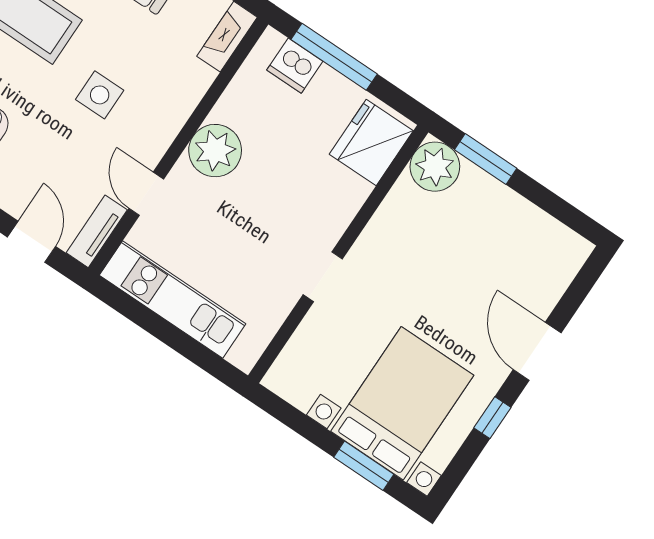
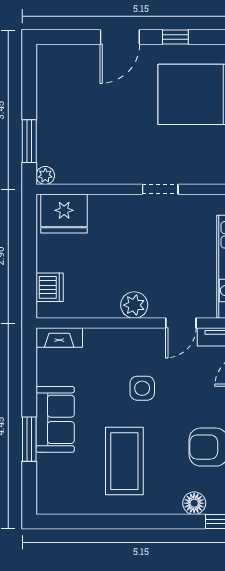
window: (334, 57) -> (29, 268), removed
plant: (215, 151) -> (134, 305), width x0.73, depth x0.73
plant: (435, 167) -> (45, 175), width x0.53, depth x0.53

